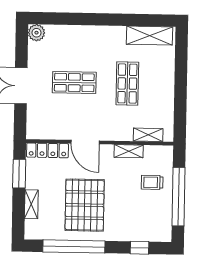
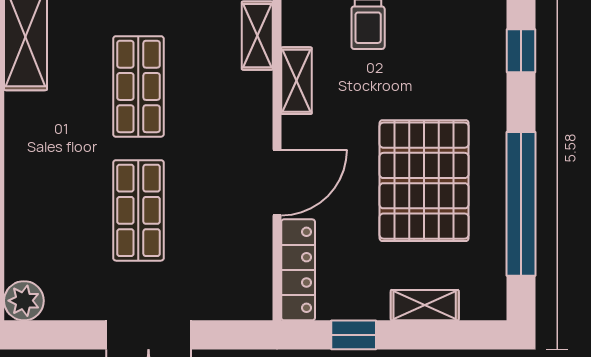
shop shelf: (127, 84) -> (138, 86), turned 90
window: (19, 174) -> (354, 335), width x0.67
pallet: (85, 205) -> (424, 181), turned 90

